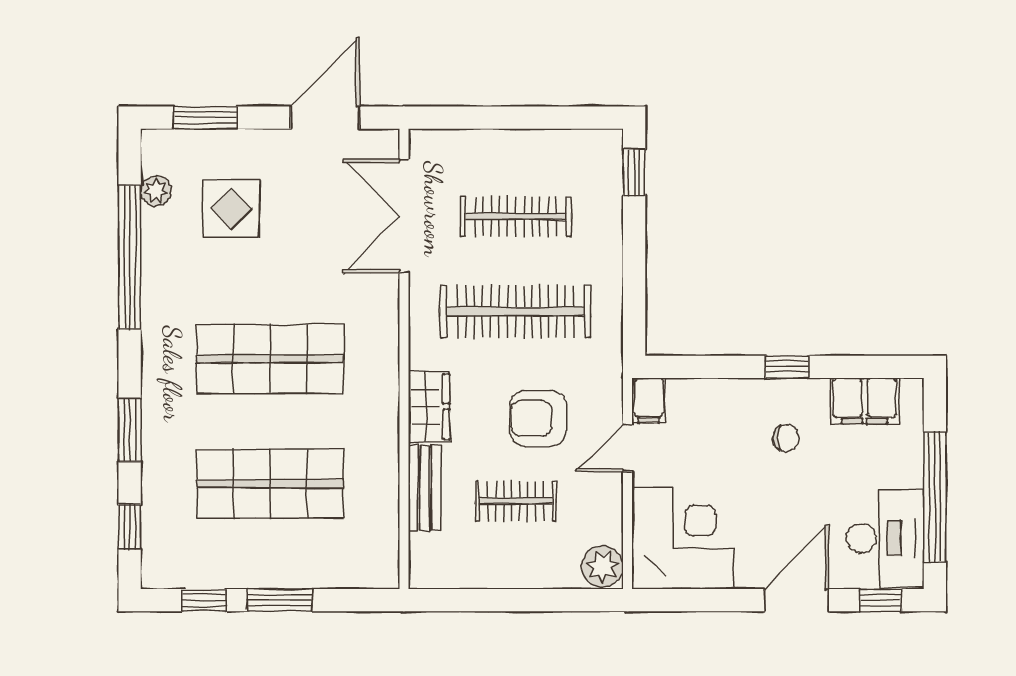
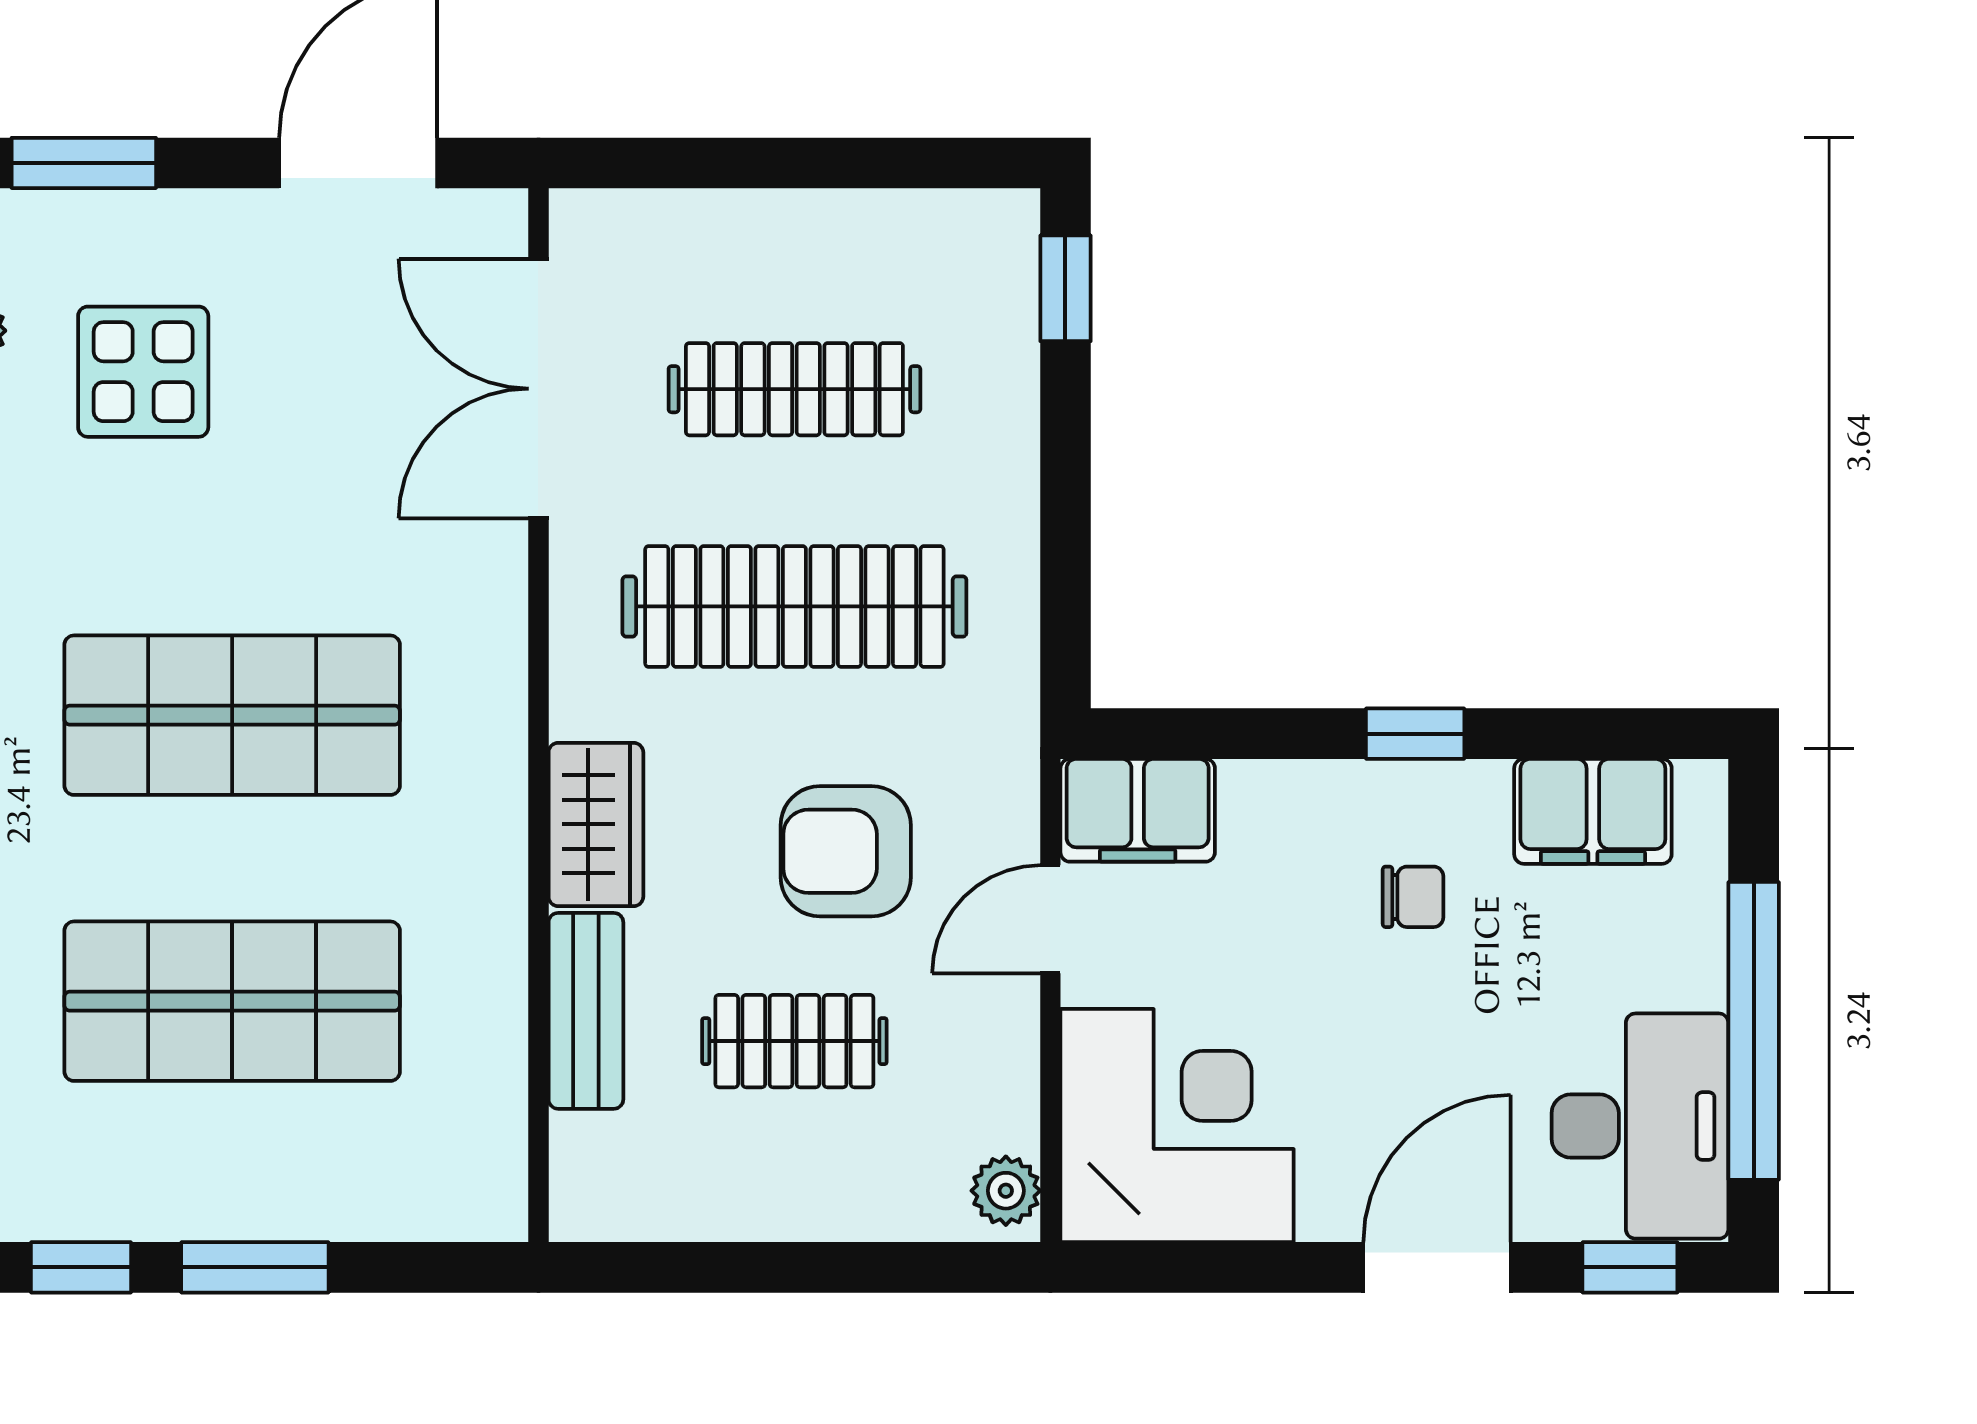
filing cabinet: (649, 400) -> (1138, 810), width x2.00
plant: (602, 567) -> (1006, 1191), width x0.73, depth x0.73

